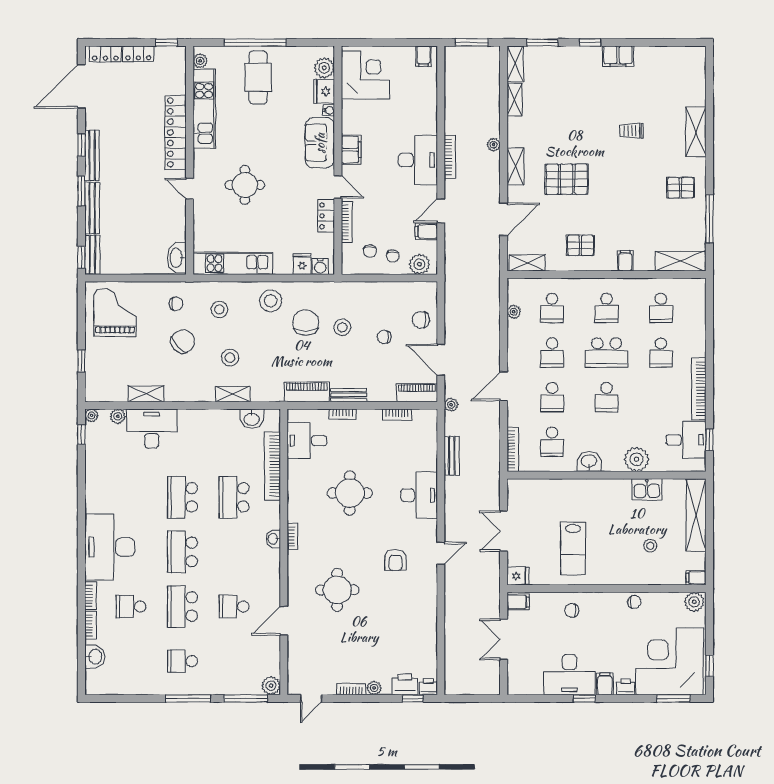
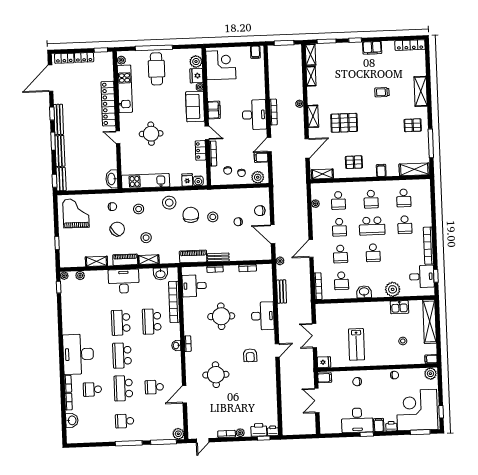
locker: (681, 54) -> (410, 45), added
piano: (417, 393) -> (125, 260), moved
desk: (152, 429) -> (124, 281), moved

